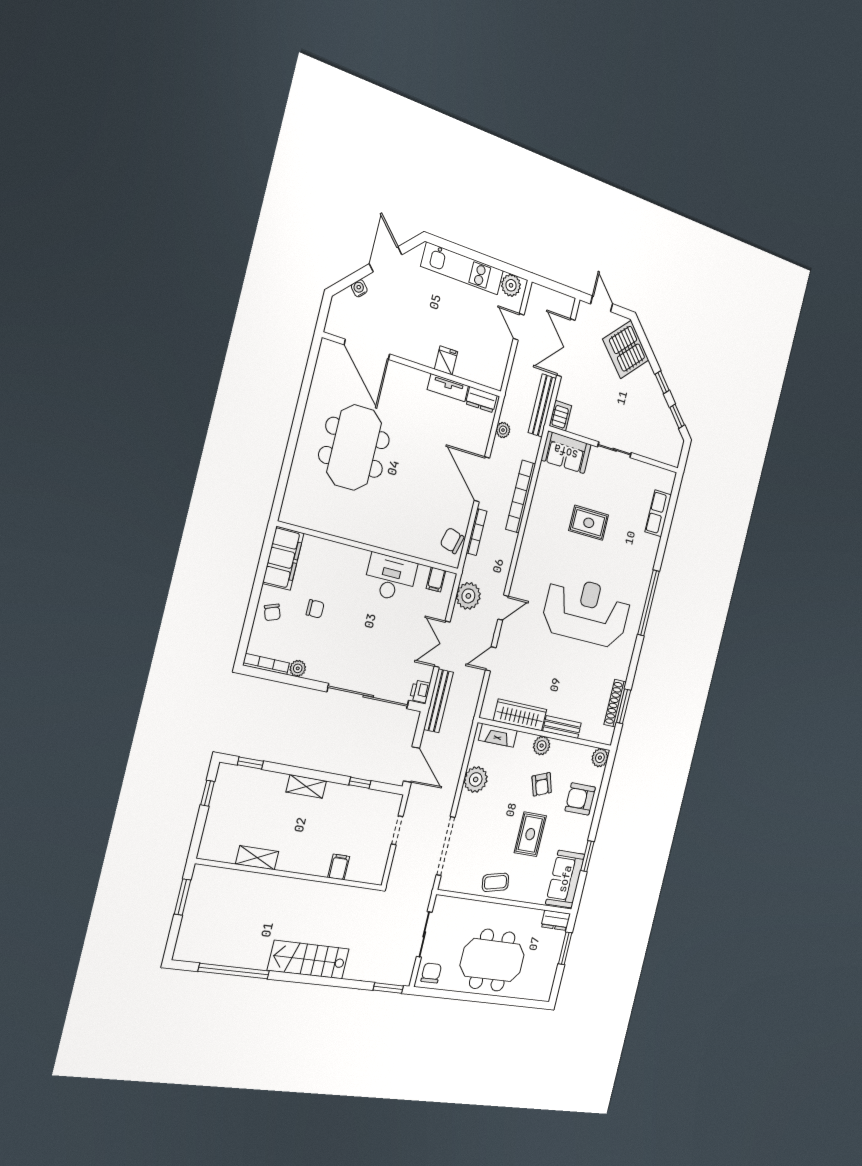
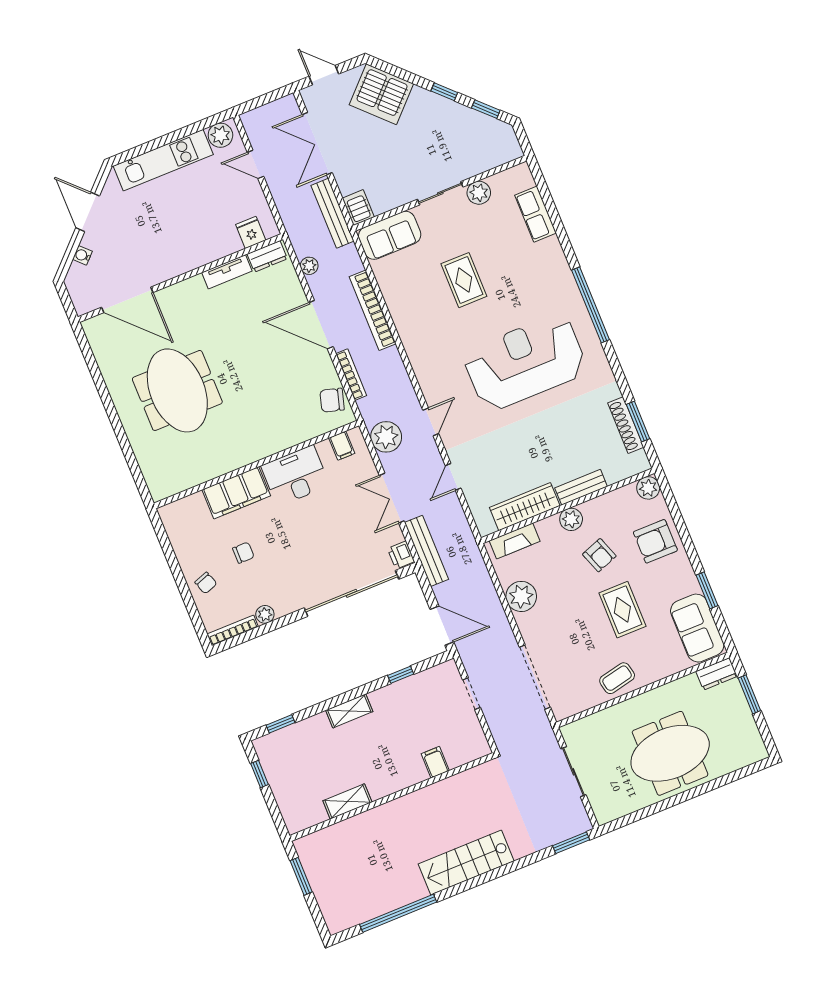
fridge: (446, 360) -> (251, 232), moved
plant: (636, 470) -> (479, 193), added
rug: (589, 523) -> (464, 280), turned 90
filing cabinet: (283, 558) -> (236, 493), moved, turned 90
chair: (431, 973) -> (609, 803), removed

